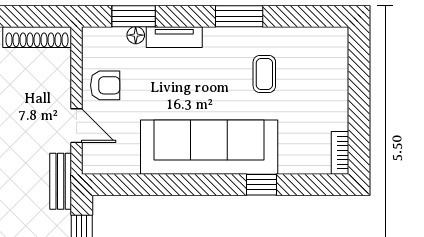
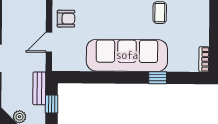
door: (76, 126) -> (49, 42), swing flipped
bench: (61, 181) -> (39, 88), moved

